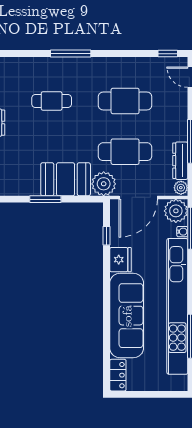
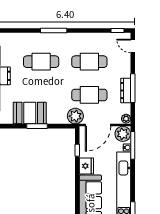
cafe table: (52, 101) -> (41, 62), width x1.37, depth x1.35
dresser: (180, 161) -> (126, 91), moved
booth: (66, 179) -> (30, 113), moved

